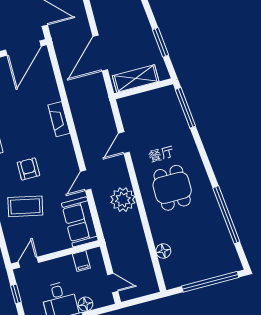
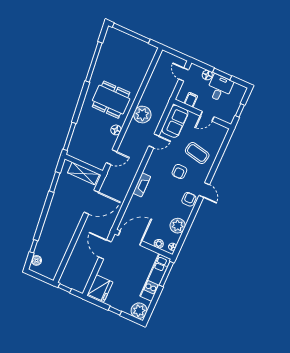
door: (124, 143) -> (112, 157), moved
dining table: (172, 188) -> (111, 100), width x1.38
floor lamp: (163, 251) -> (116, 130), moved
door: (28, 262) -> (207, 116), moved

